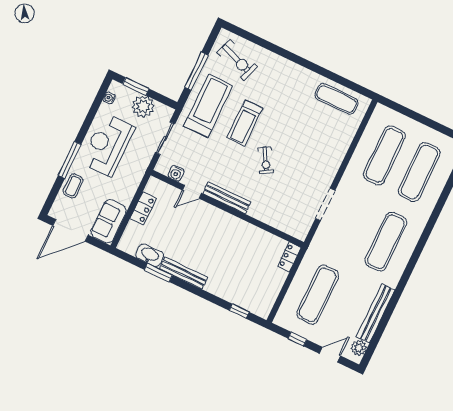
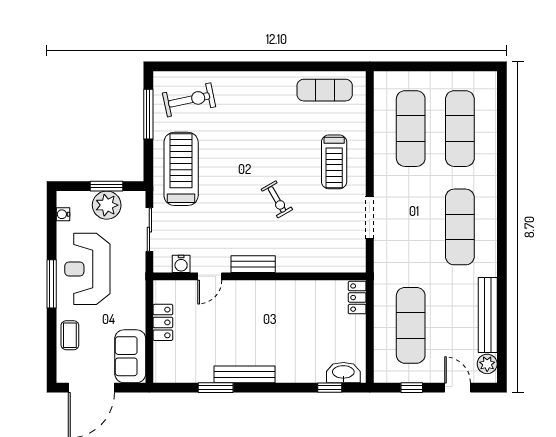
exercise bike: (237, 60) -> (189, 100), turned -32
window: (196, 71) -> (148, 114), moved
window: (136, 86) -> (106, 186), moved
treadmill: (245, 123) -> (334, 162), moved
window: (70, 160) -> (52, 284), moved
bench: (227, 198) -> (253, 264), width x0.73
washbasin: (150, 255) -> (343, 373), moved
door: (330, 355) -> (458, 388), hinge flipped

